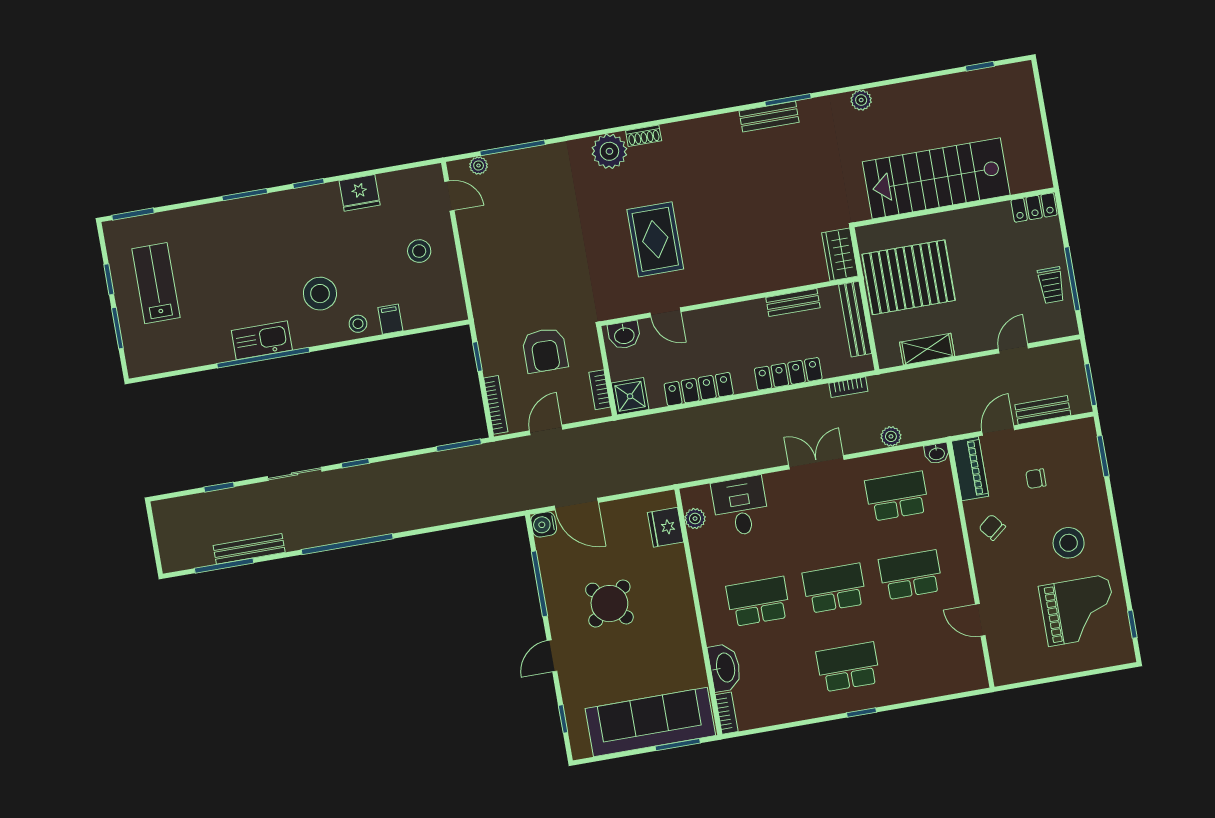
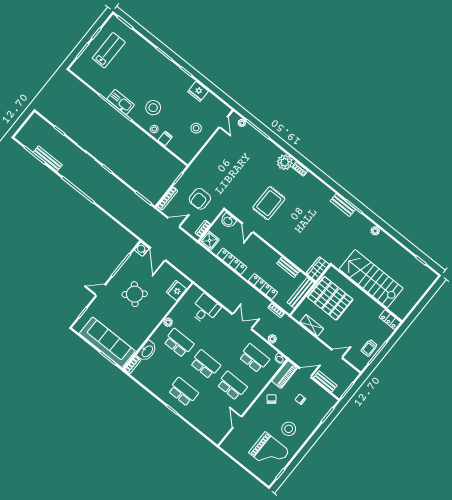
plant: (695, 519) -> (168, 322), moved

